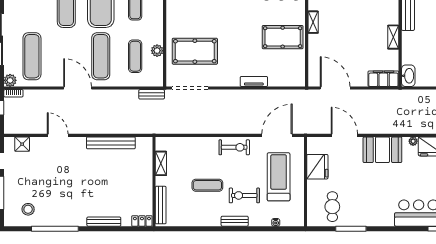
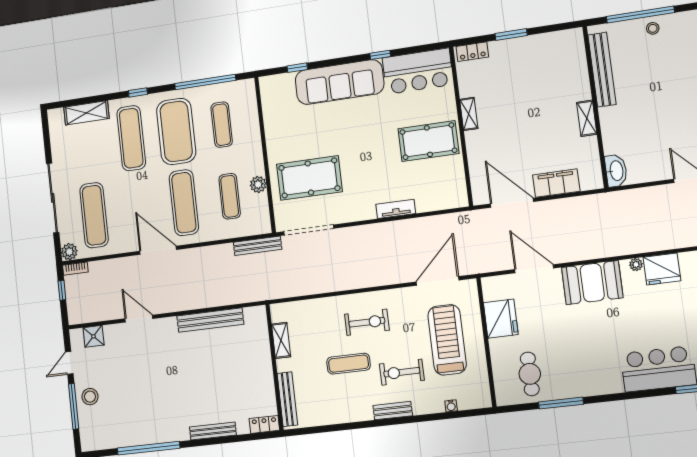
filing cabinet: (383, 79) -> (556, 183), moved
bench: (152, 94) -> (258, 246), width x1.36
exercise bike: (234, 147) -> (367, 322), moved
stool: (28, 209) -> (90, 397), moved

